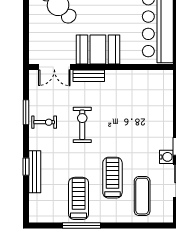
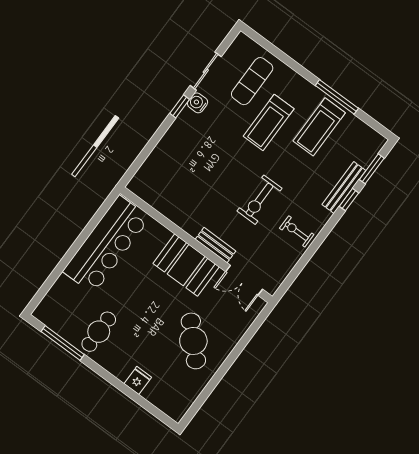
double door: (54, 67) -> (244, 280), swing flipped
window: (26, 112) -> (372, 169), moved

